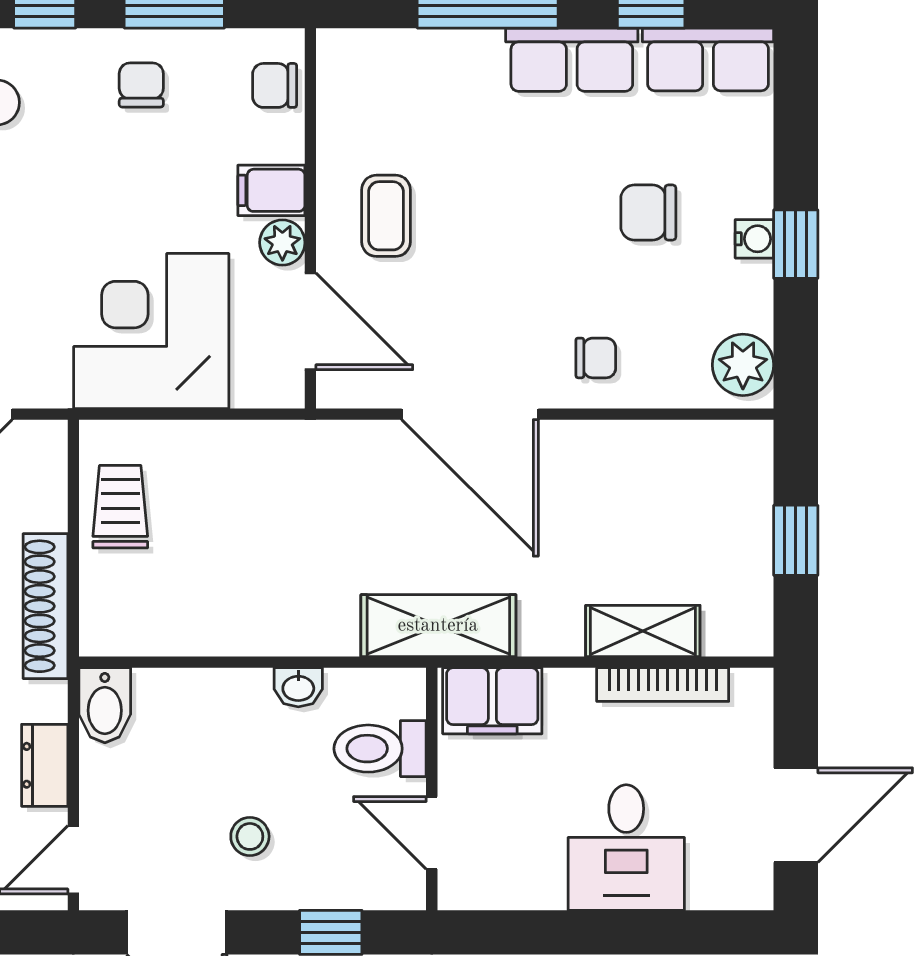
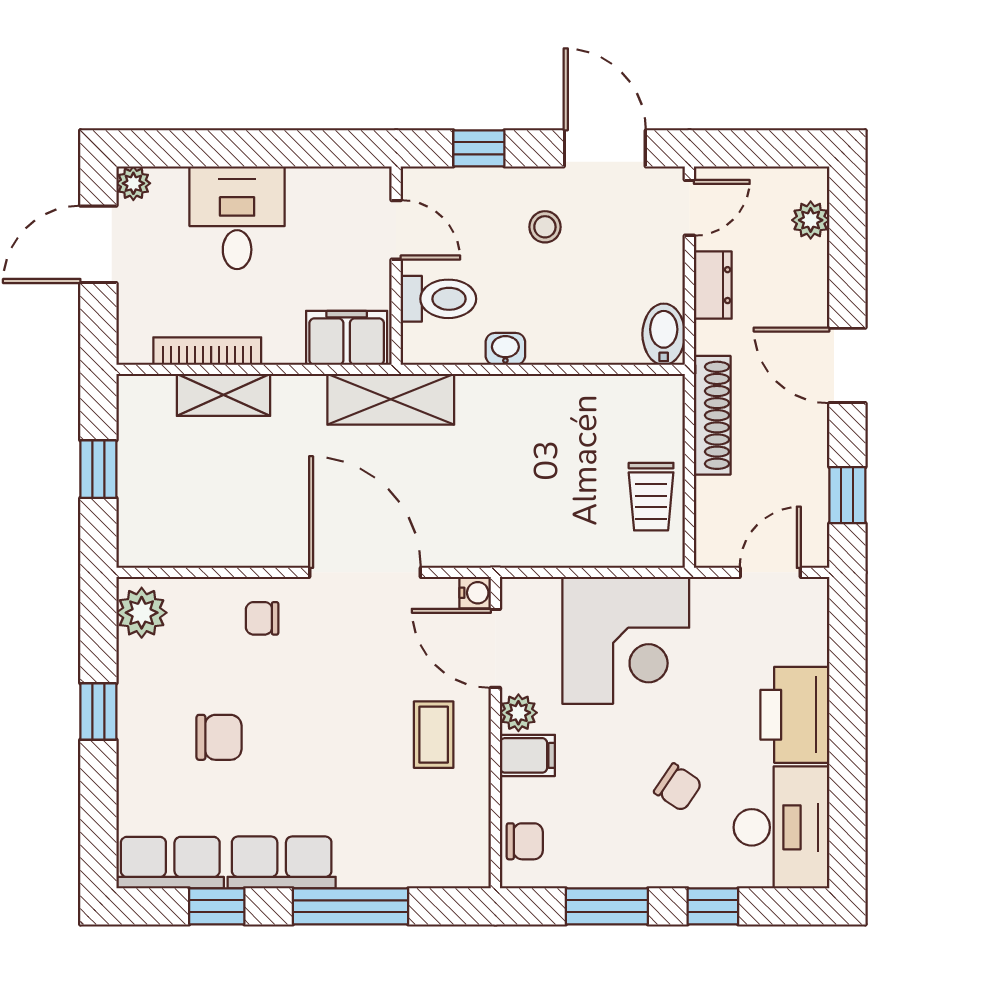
chair: (141, 85) -> (678, 787), moved, turned -56
water cooler: (754, 239) -> (475, 593), moved, turned 180
plant: (753, 890) -> (133, 183), added

